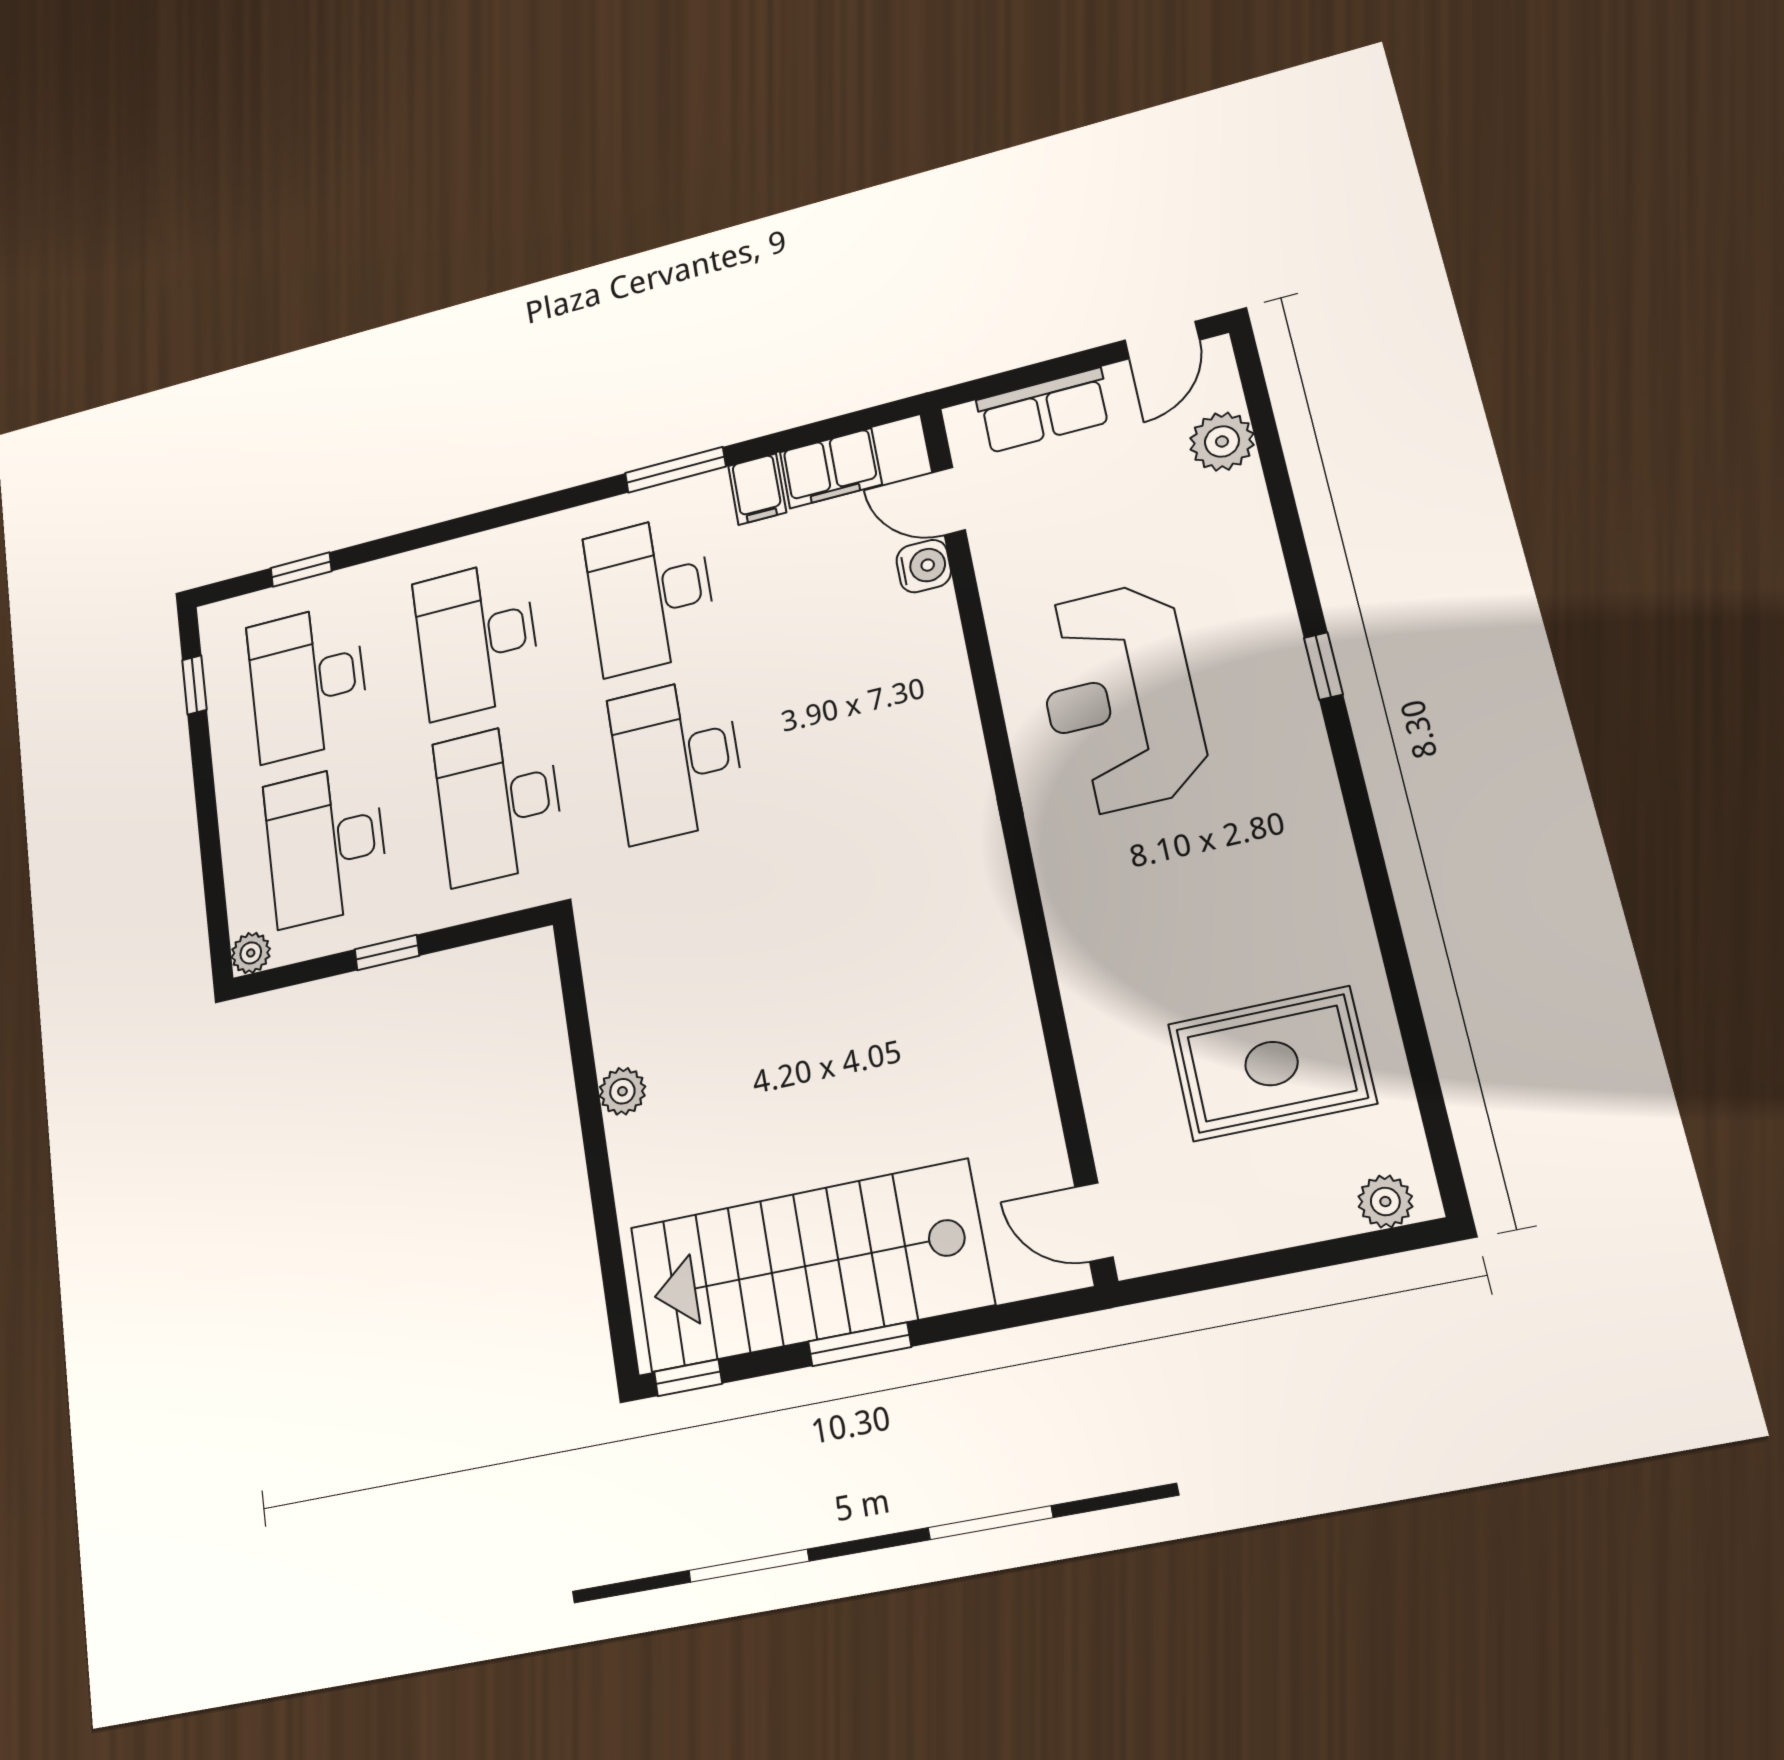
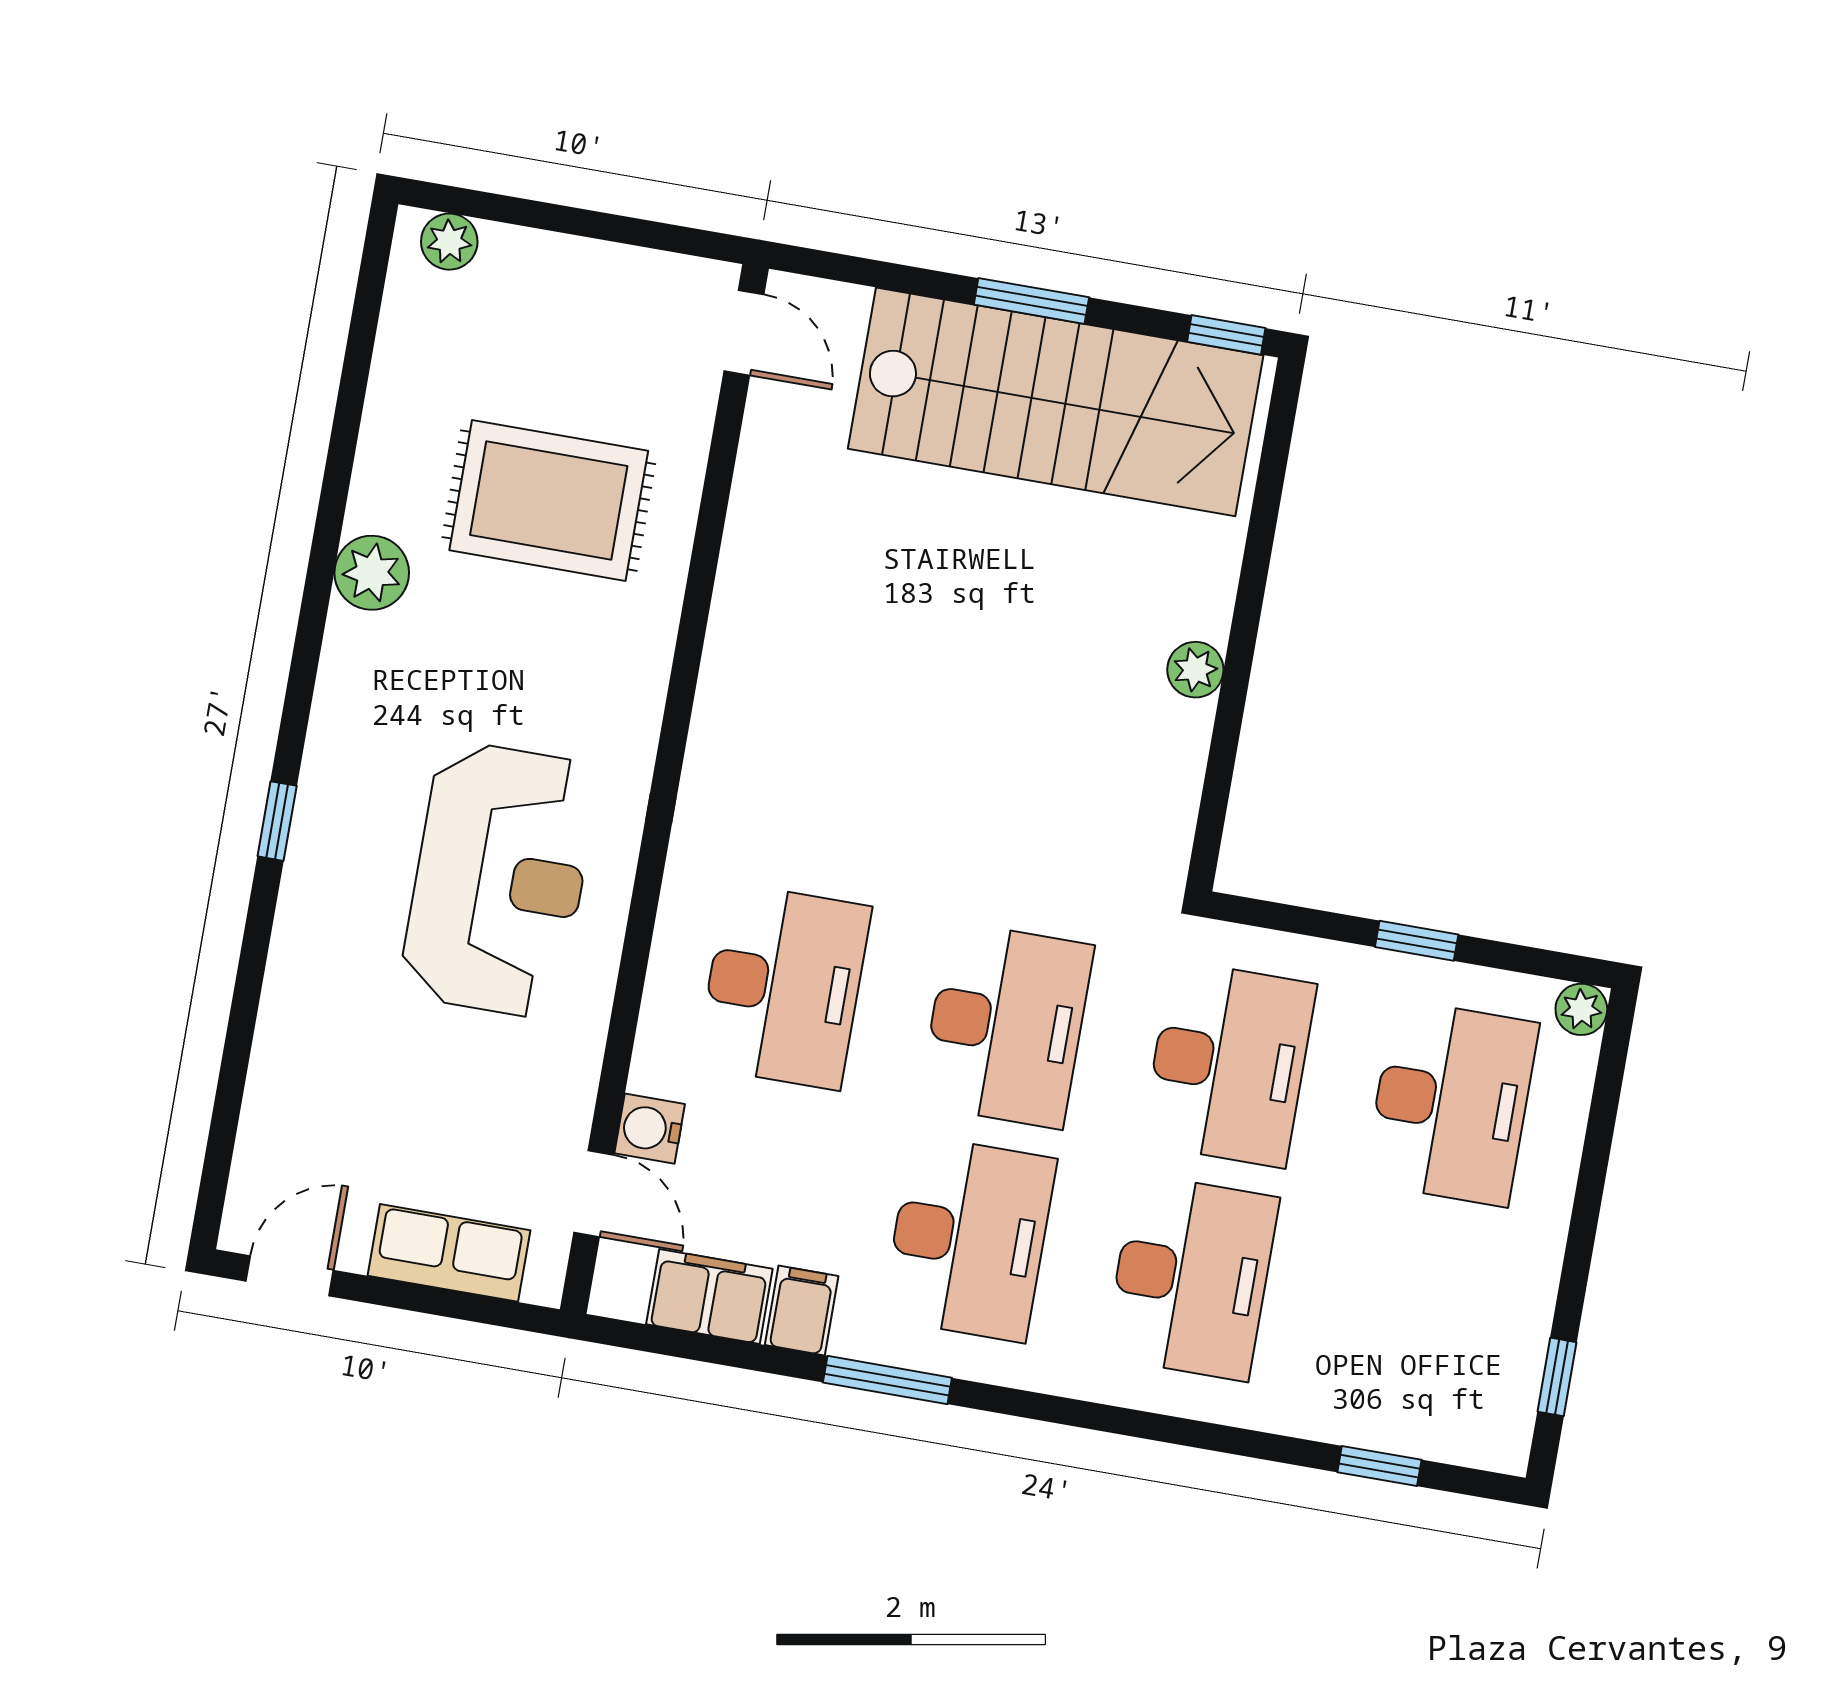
plant: (1222, 441) -> (372, 573), moved
desk: (308, 682) -> (784, 986), moved
rug: (1271, 1064) -> (549, 500), moved

